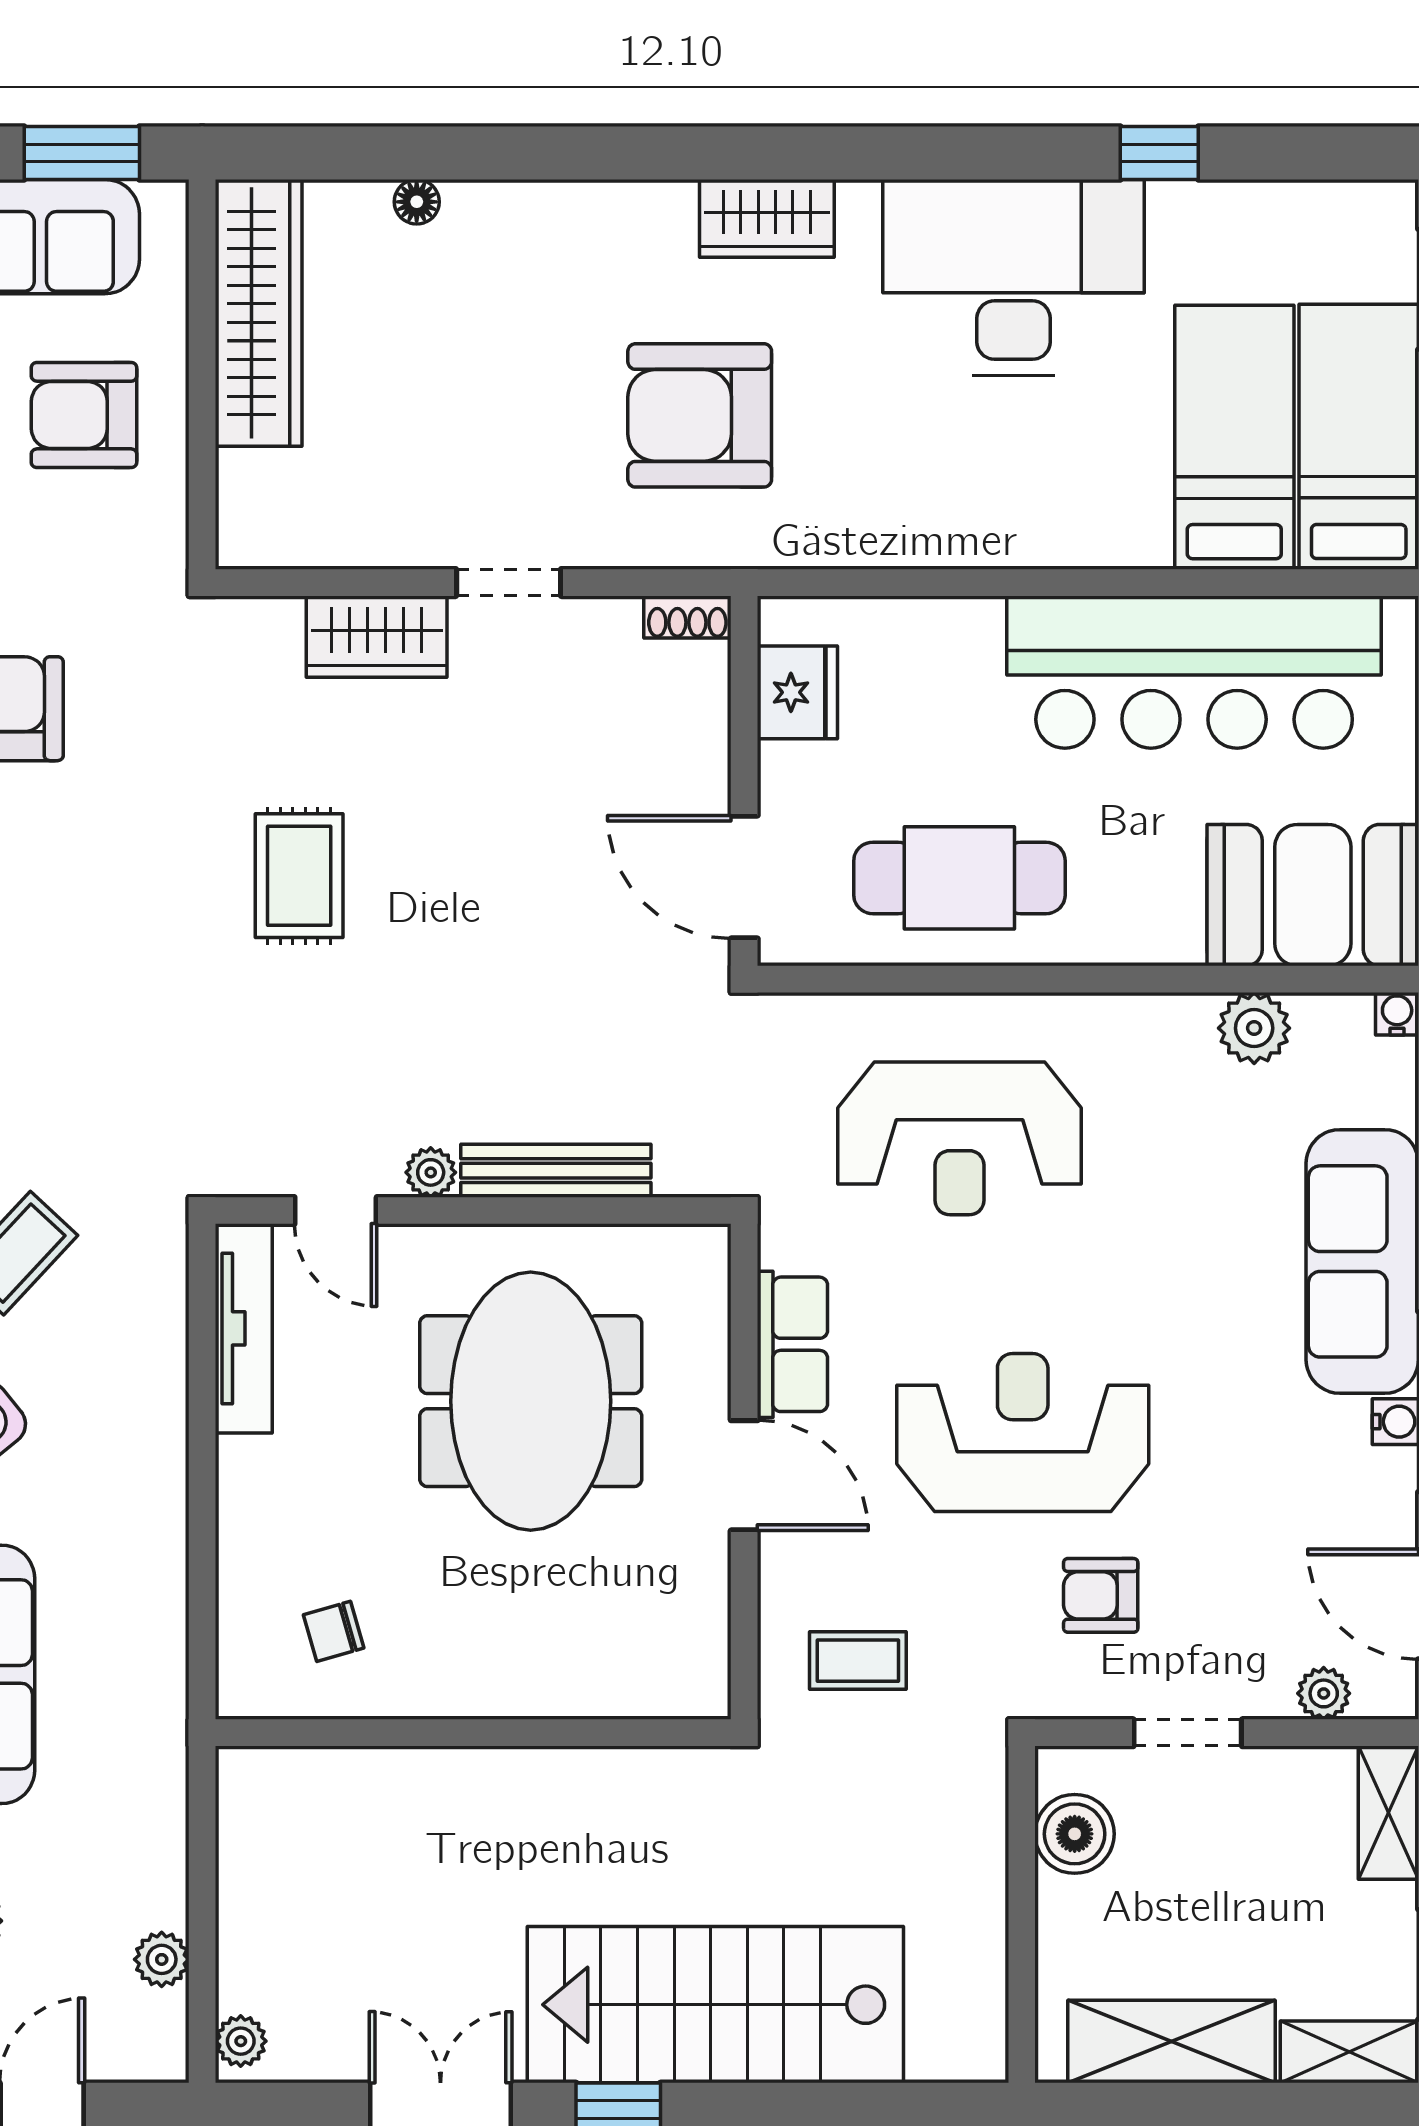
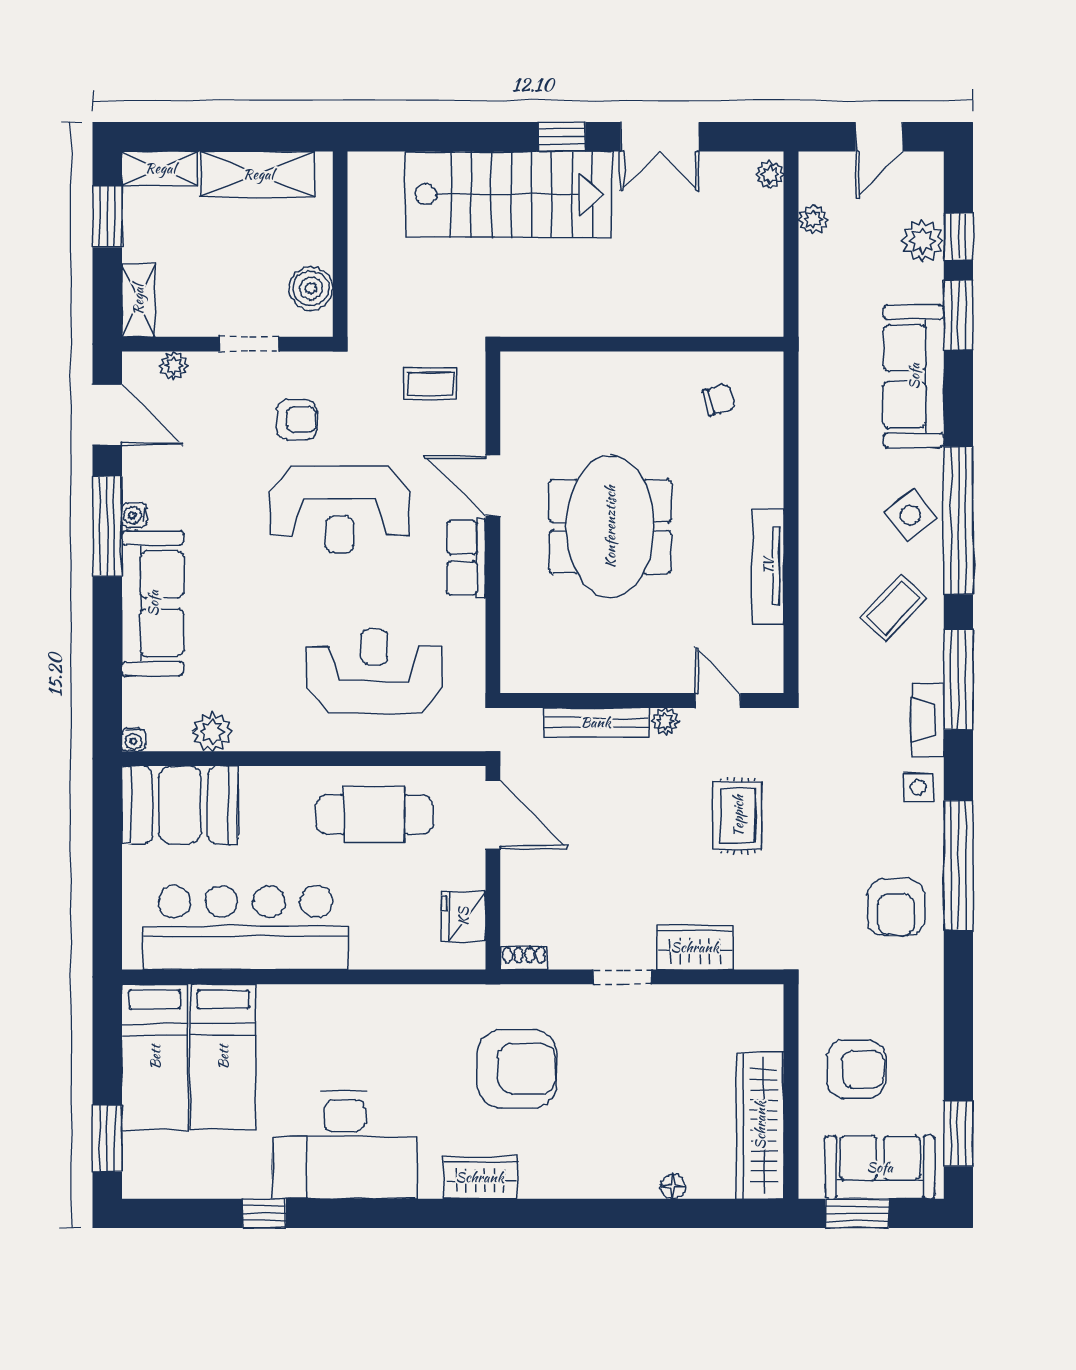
bench: (556, 1171) -> (596, 722), moved
plant: (431, 1172) -> (665, 721), moved
door: (336, 1210) -> (718, 701), moved
wall: (473, 1210) -> (642, 701), moved

